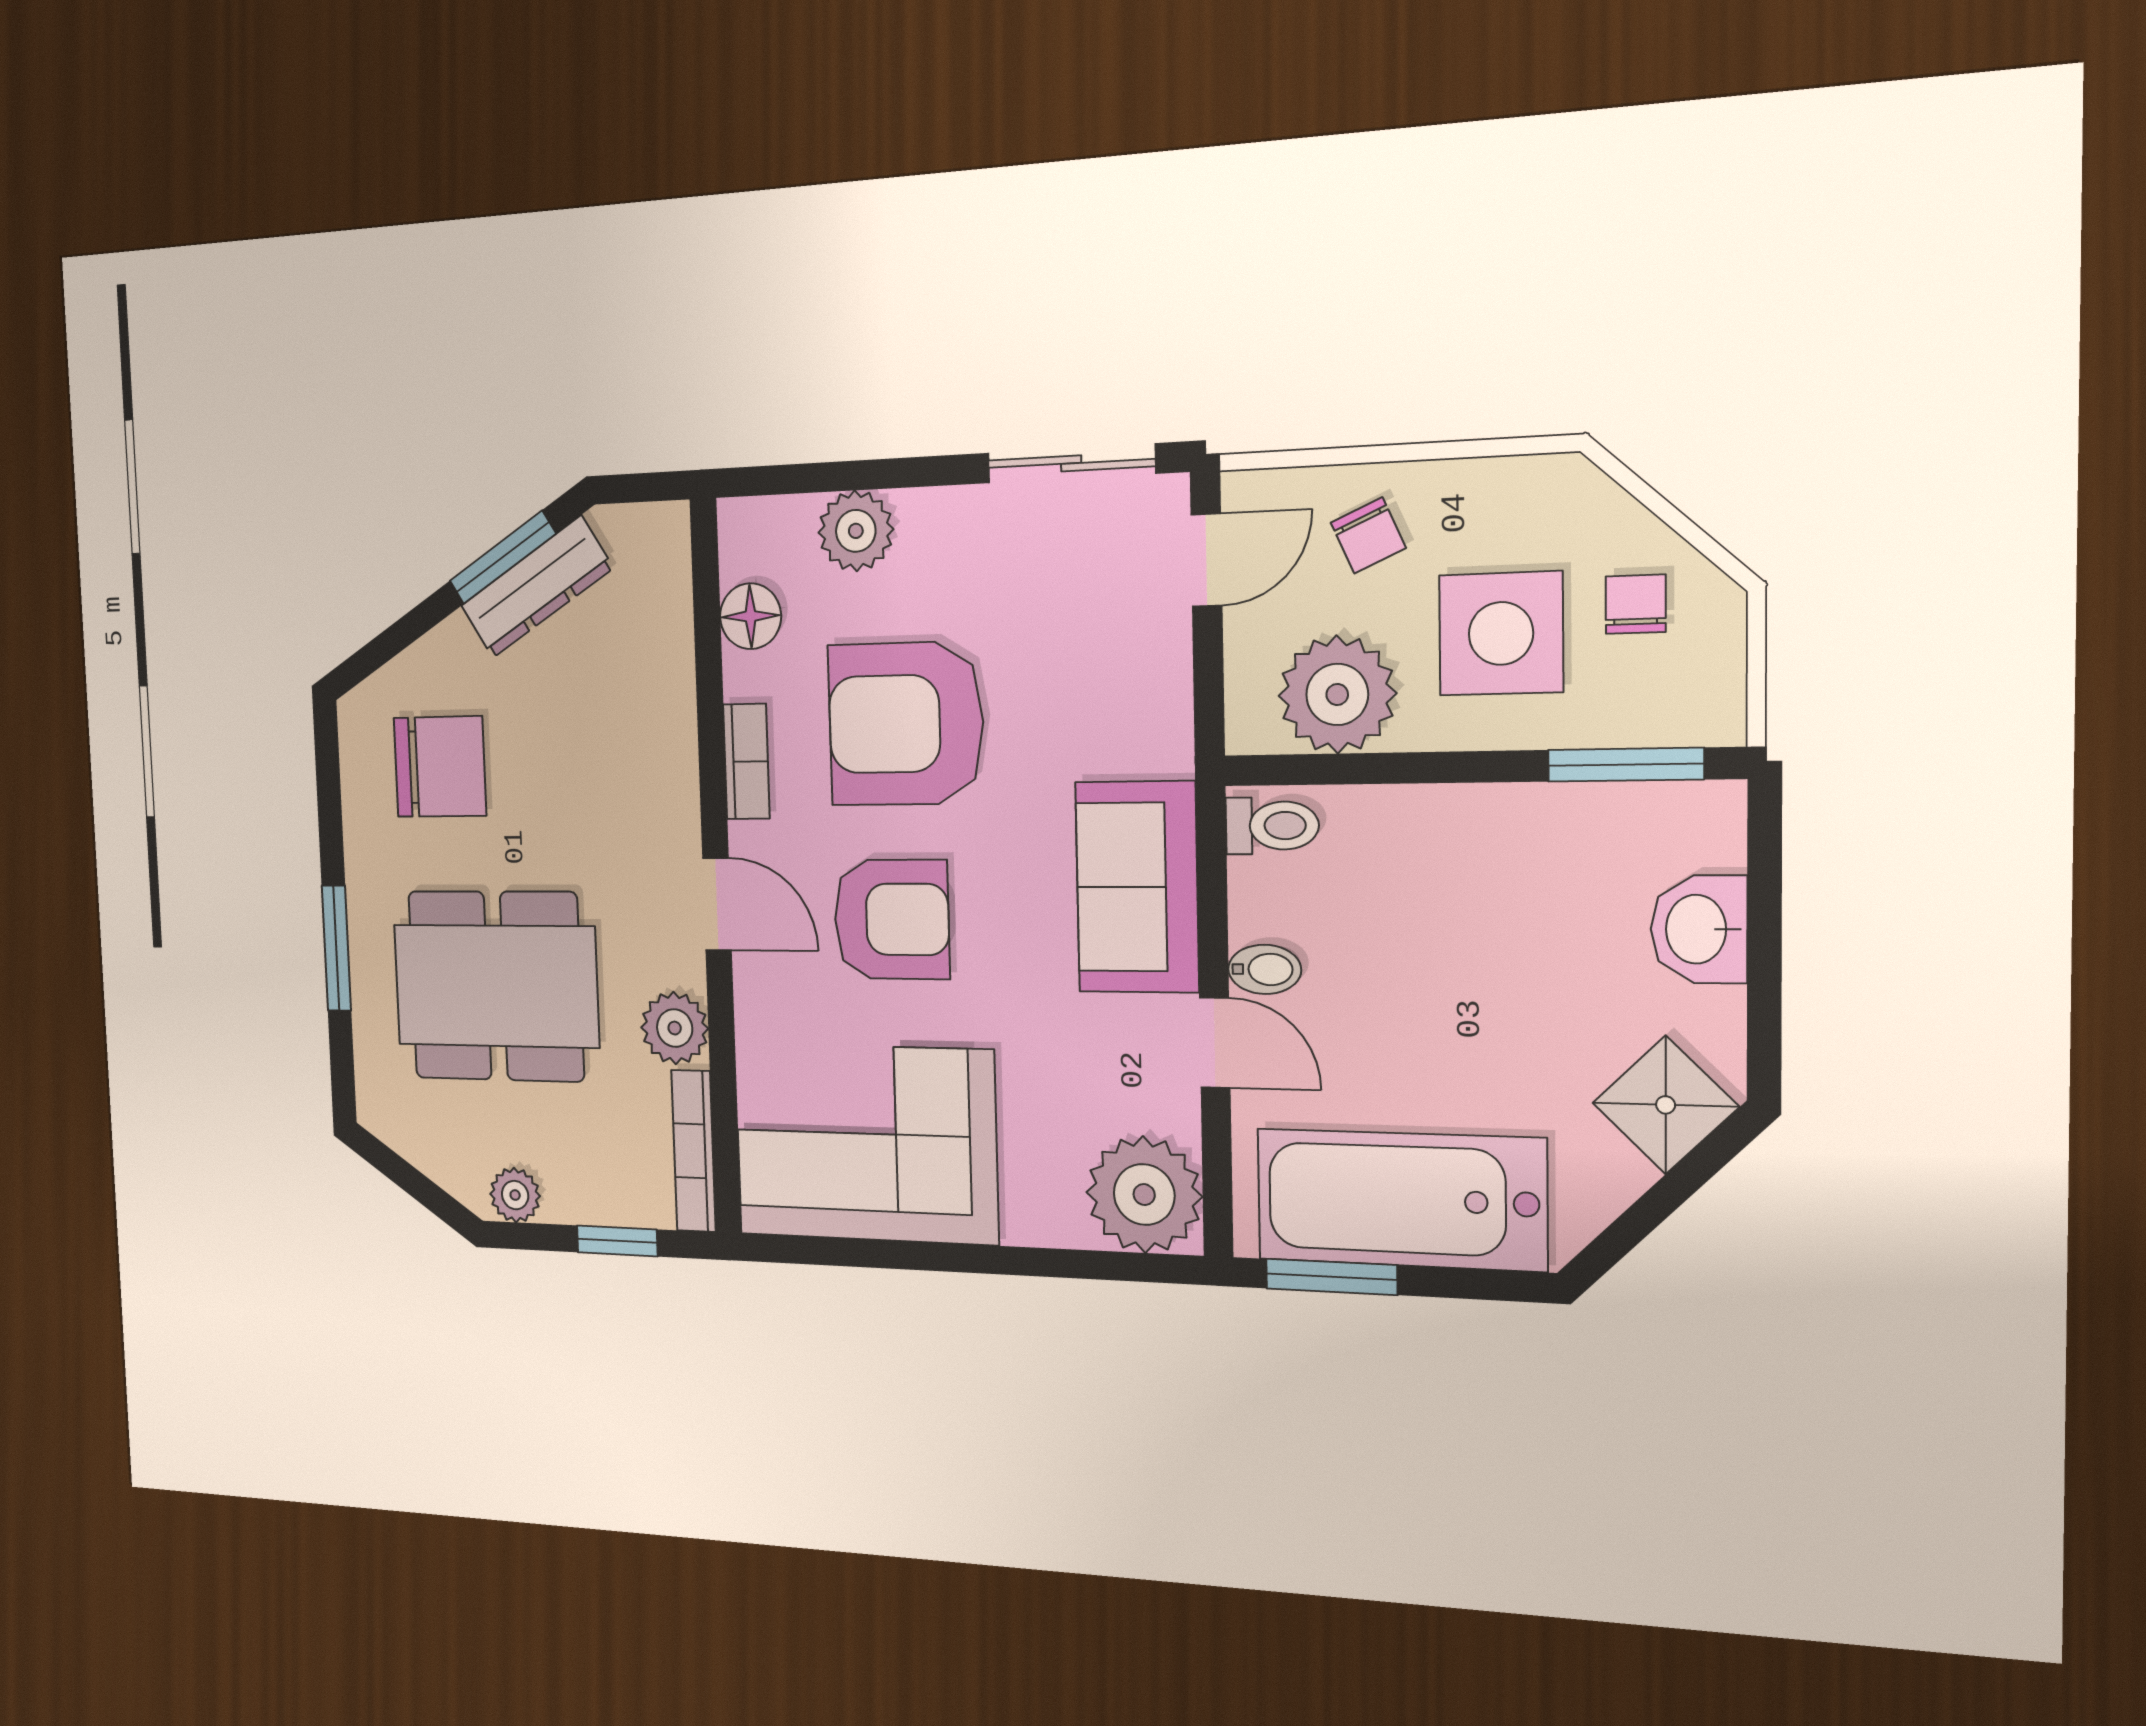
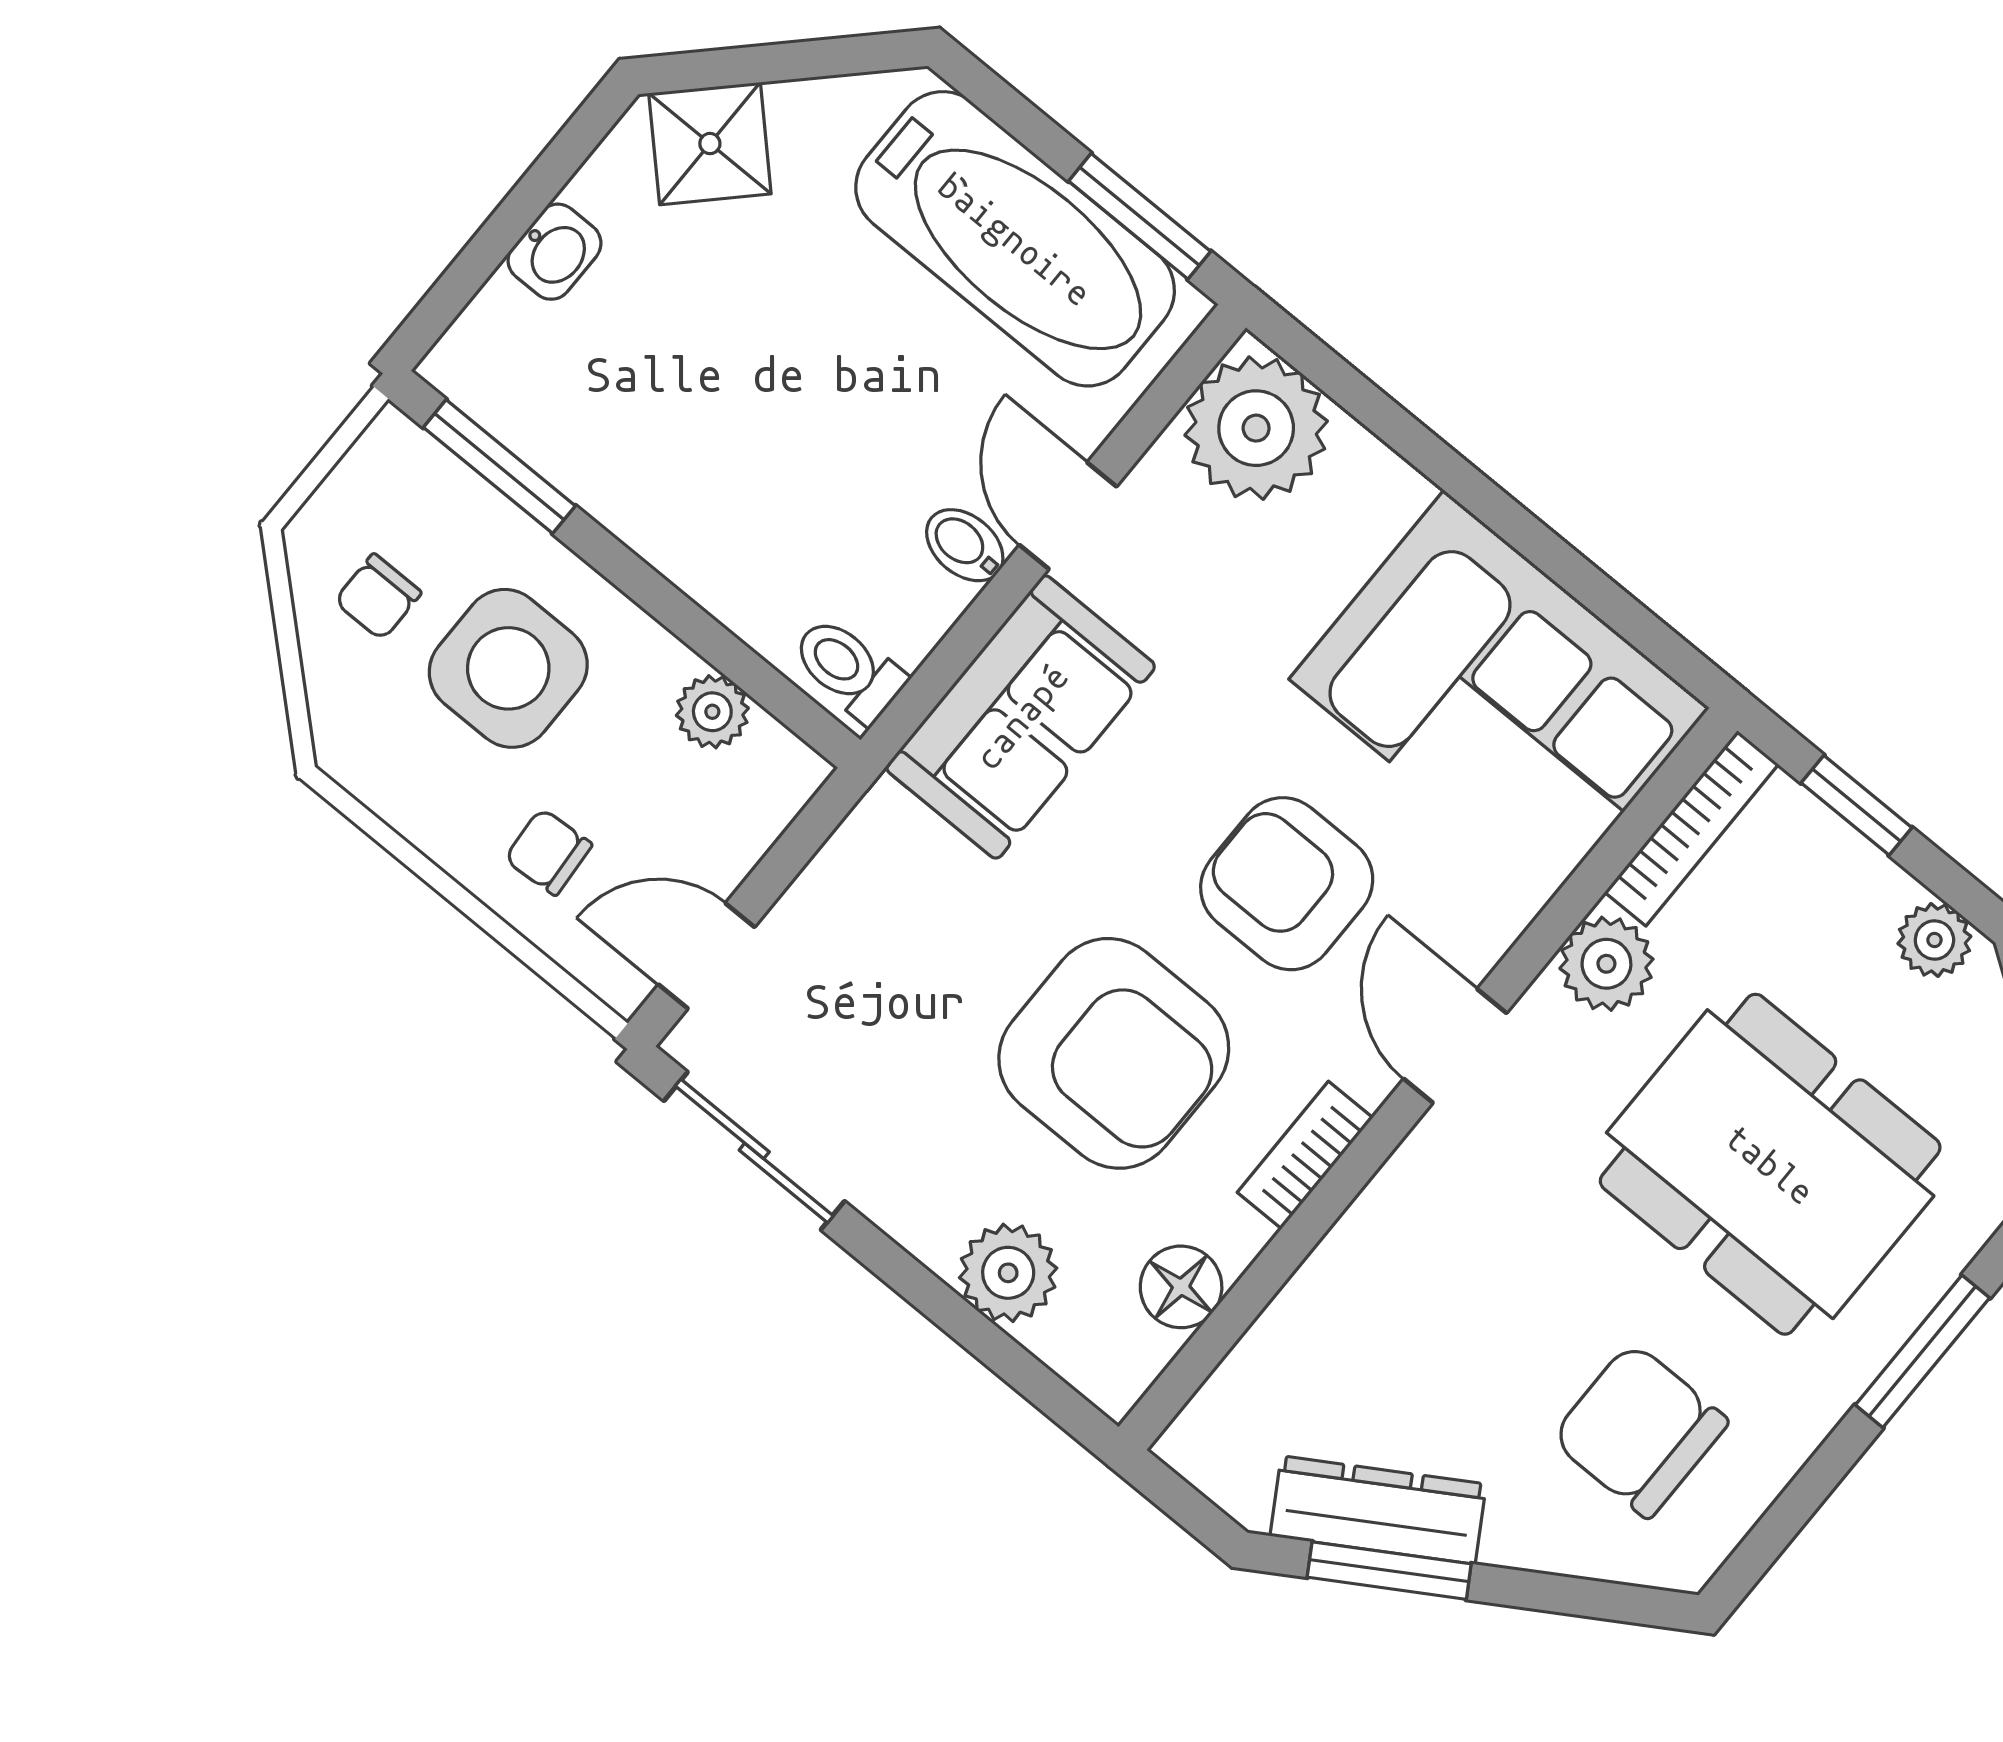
chair: (1368, 535) -> (548, 852), turned -70
plant: (1337, 694) -> (712, 712), width x0.53, depth x0.53
washbasin: (1699, 929) -> (554, 252), width x0.72, depth x0.69

